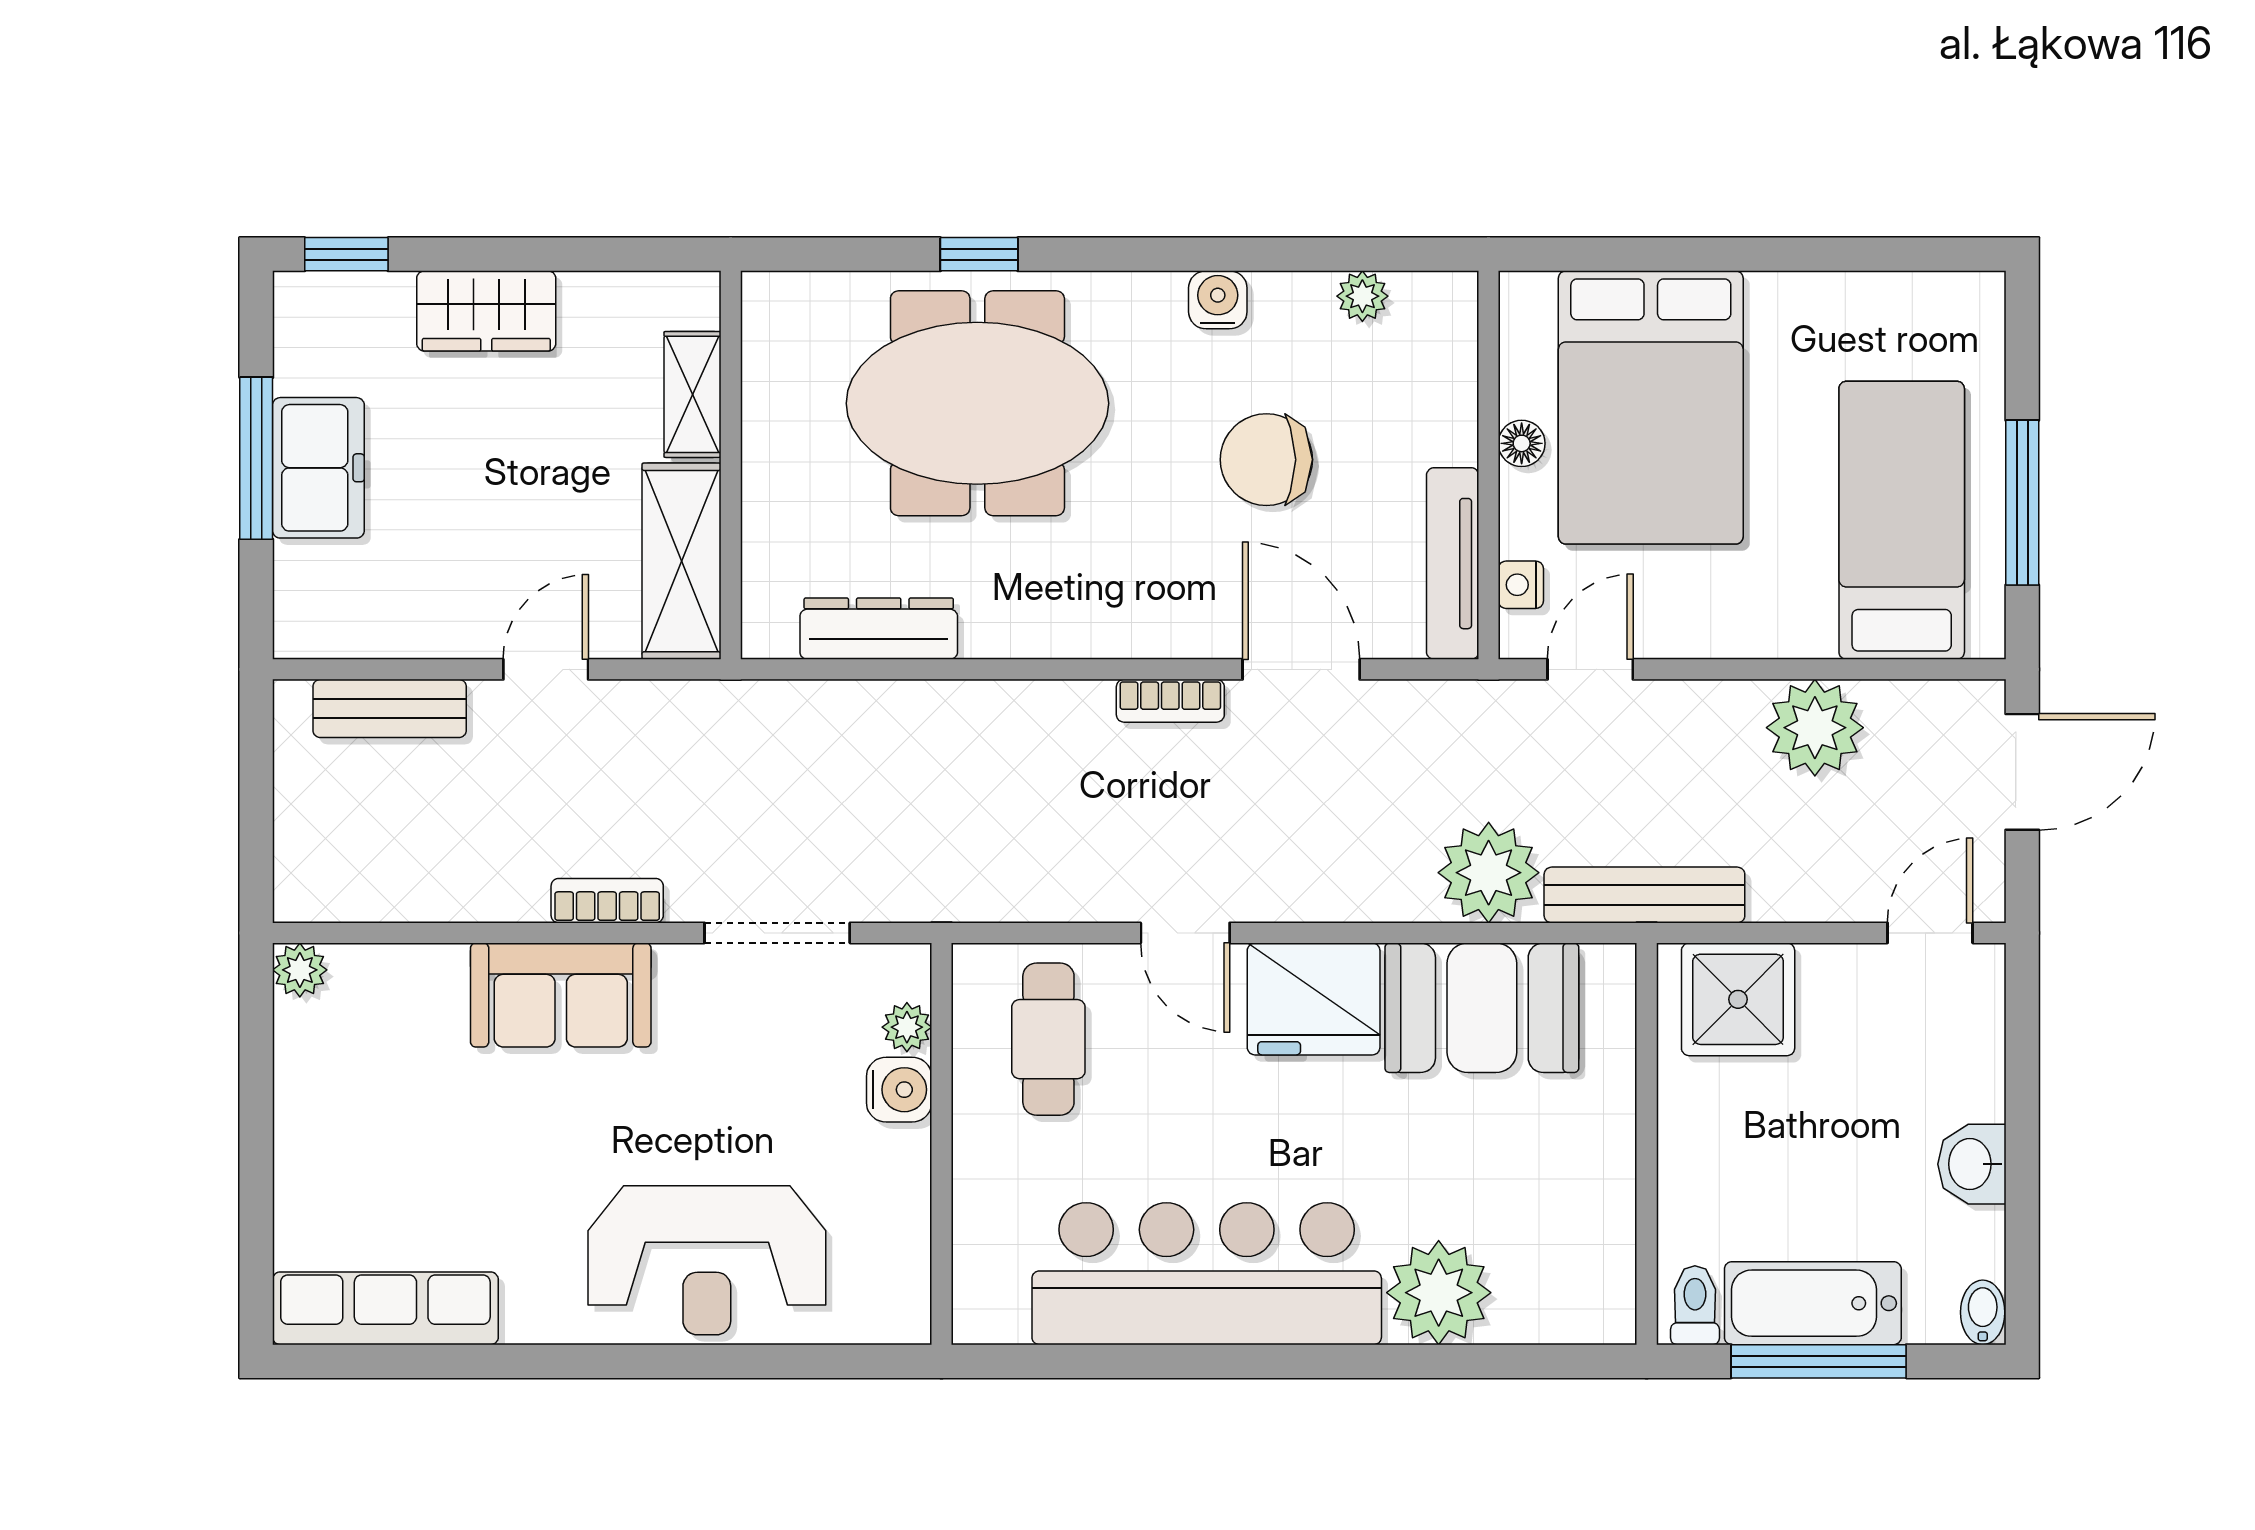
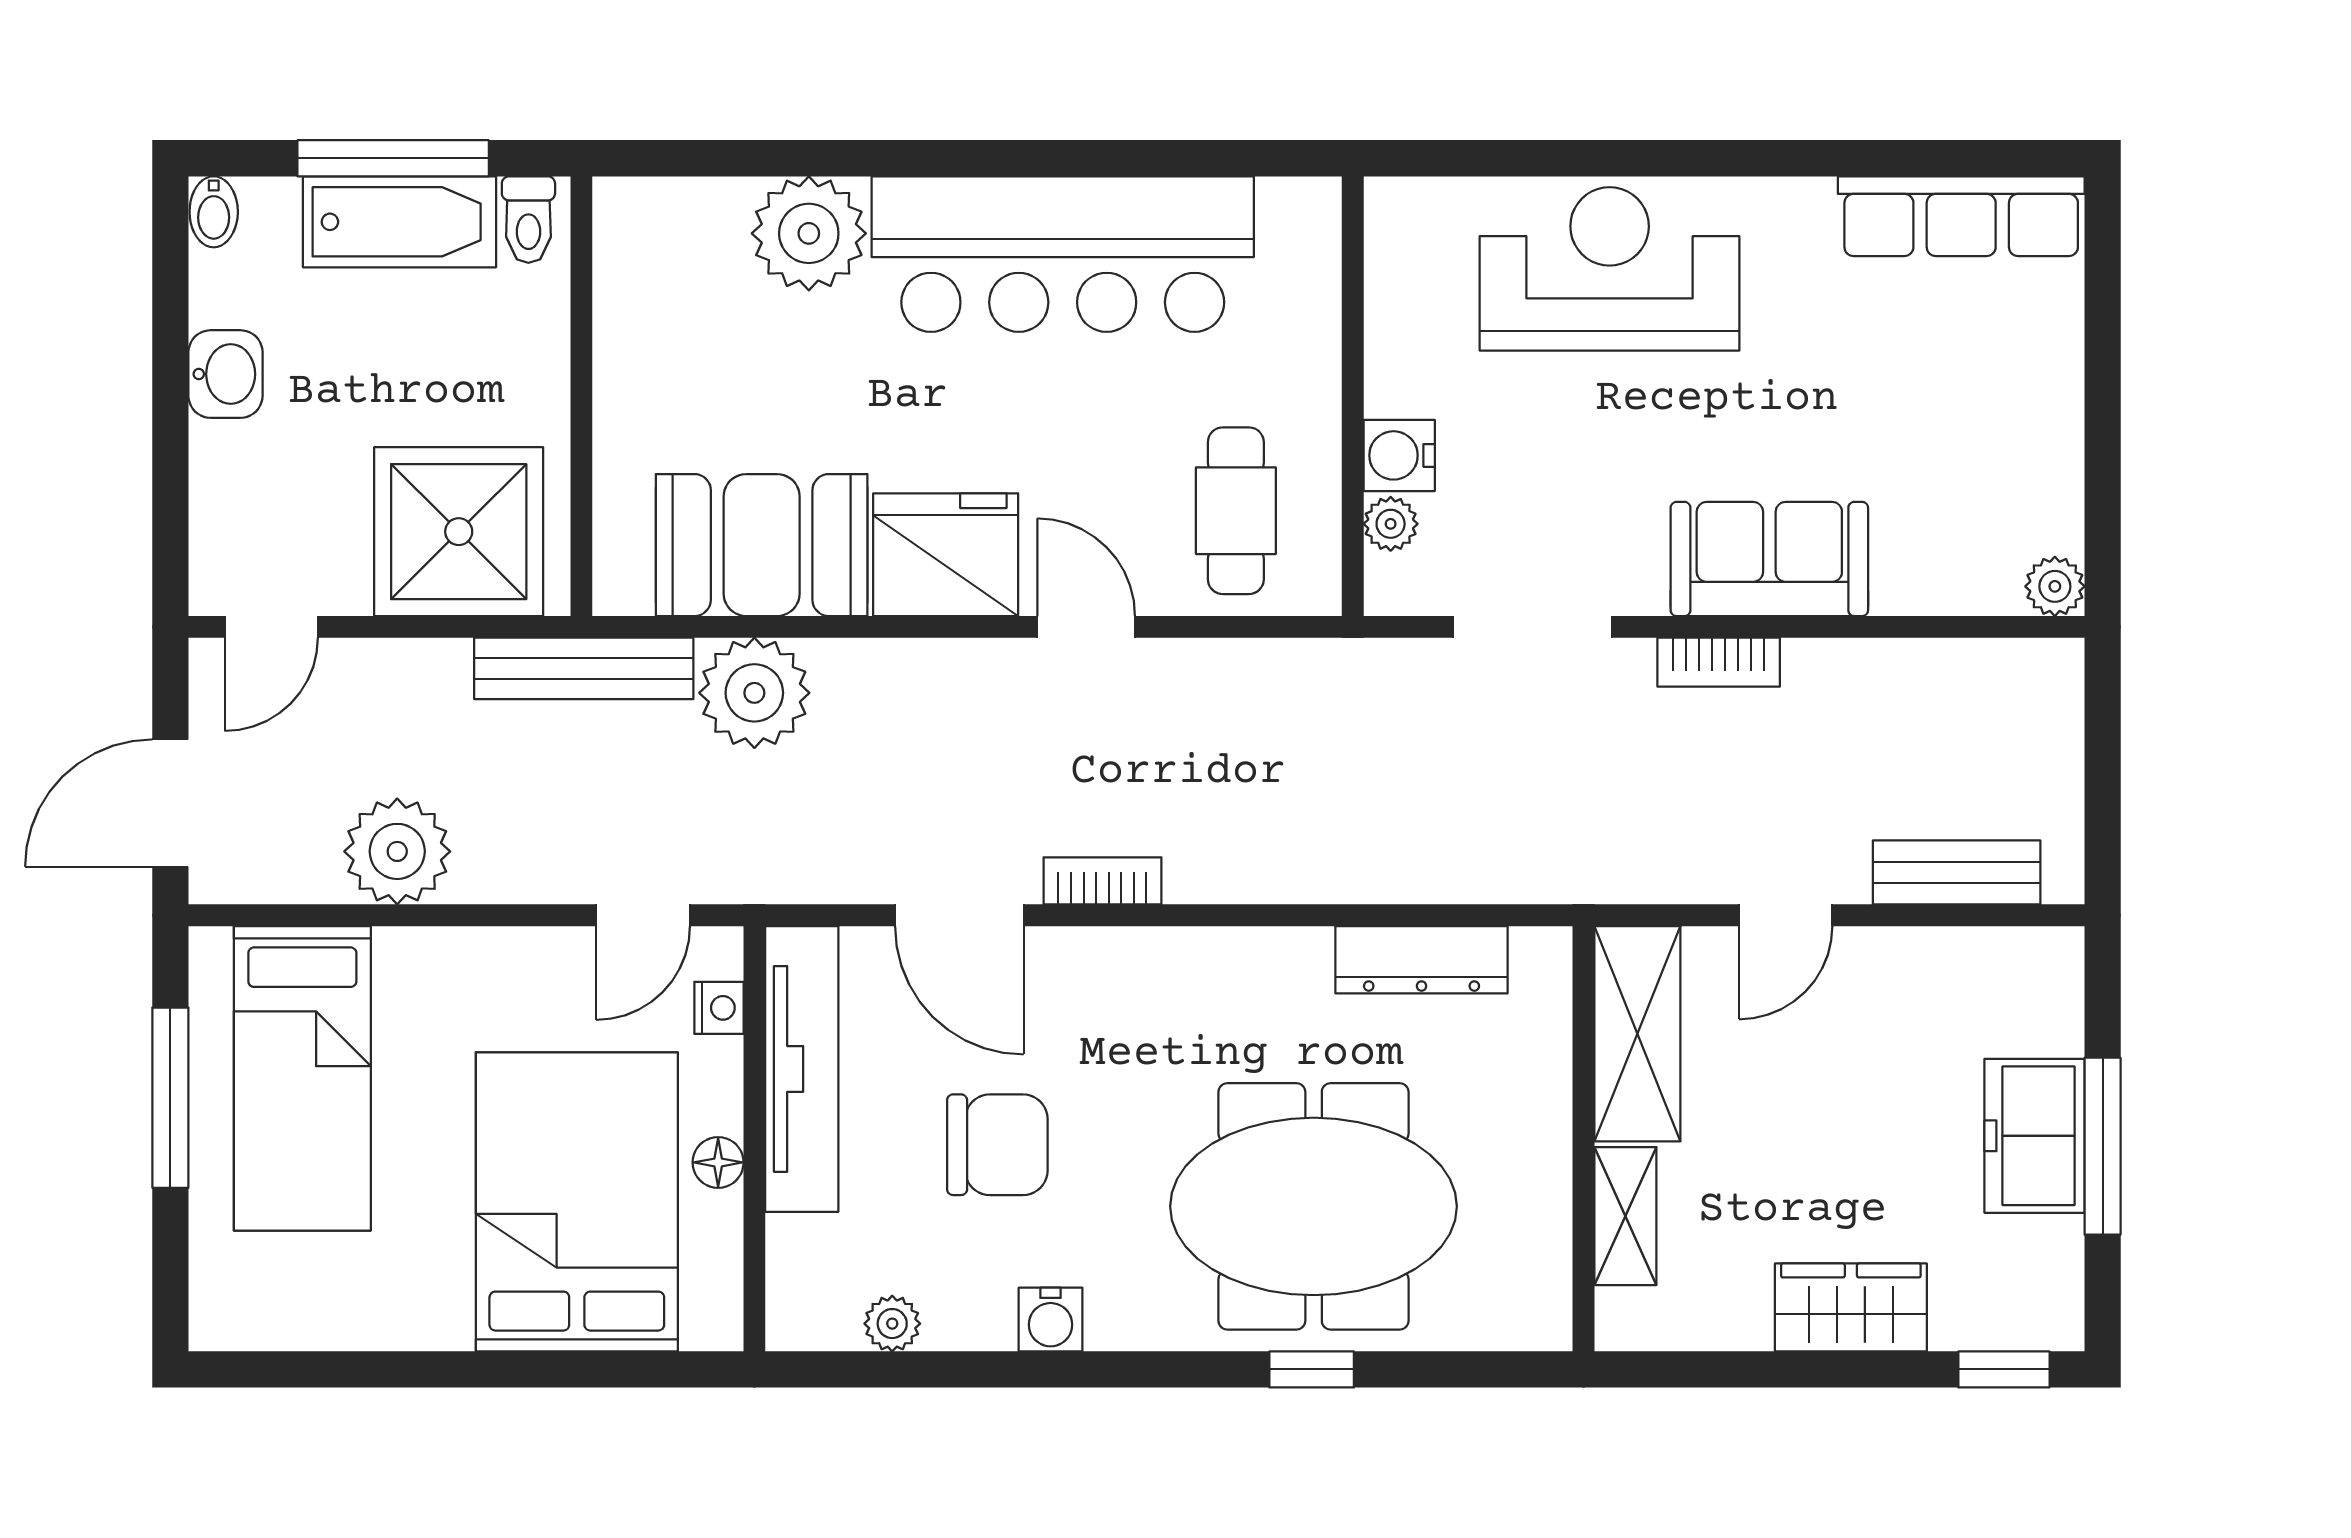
tv unit: (1453, 564) -> (802, 1069), width x1.36, depth x1.29
shower: (1738, 999) -> (459, 532), width x1.37, depth x1.37

